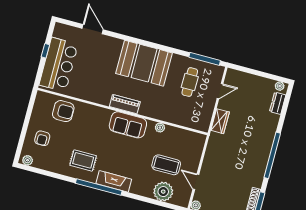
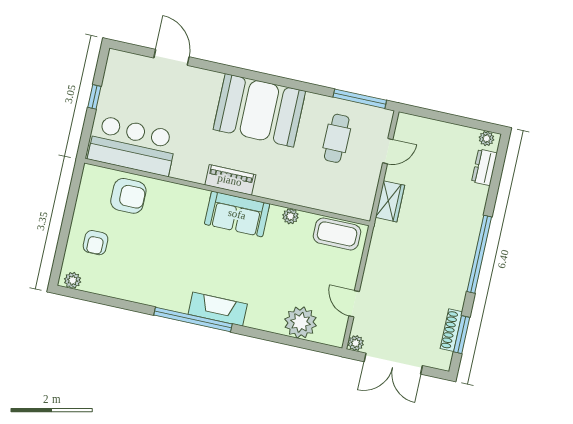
bar counter: (59, 65) -> (133, 146), moved, turned -90
rug: (83, 160) -> (165, 277), removed
coffee table: (166, 165) -> (337, 234), moved

